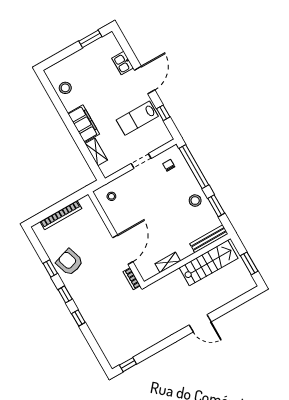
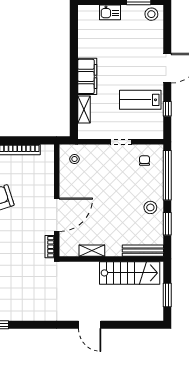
kitchen sink: (123, 63) -> (110, 12), moved, turned -90
stool: (65, 88) -> (151, 14), moved

